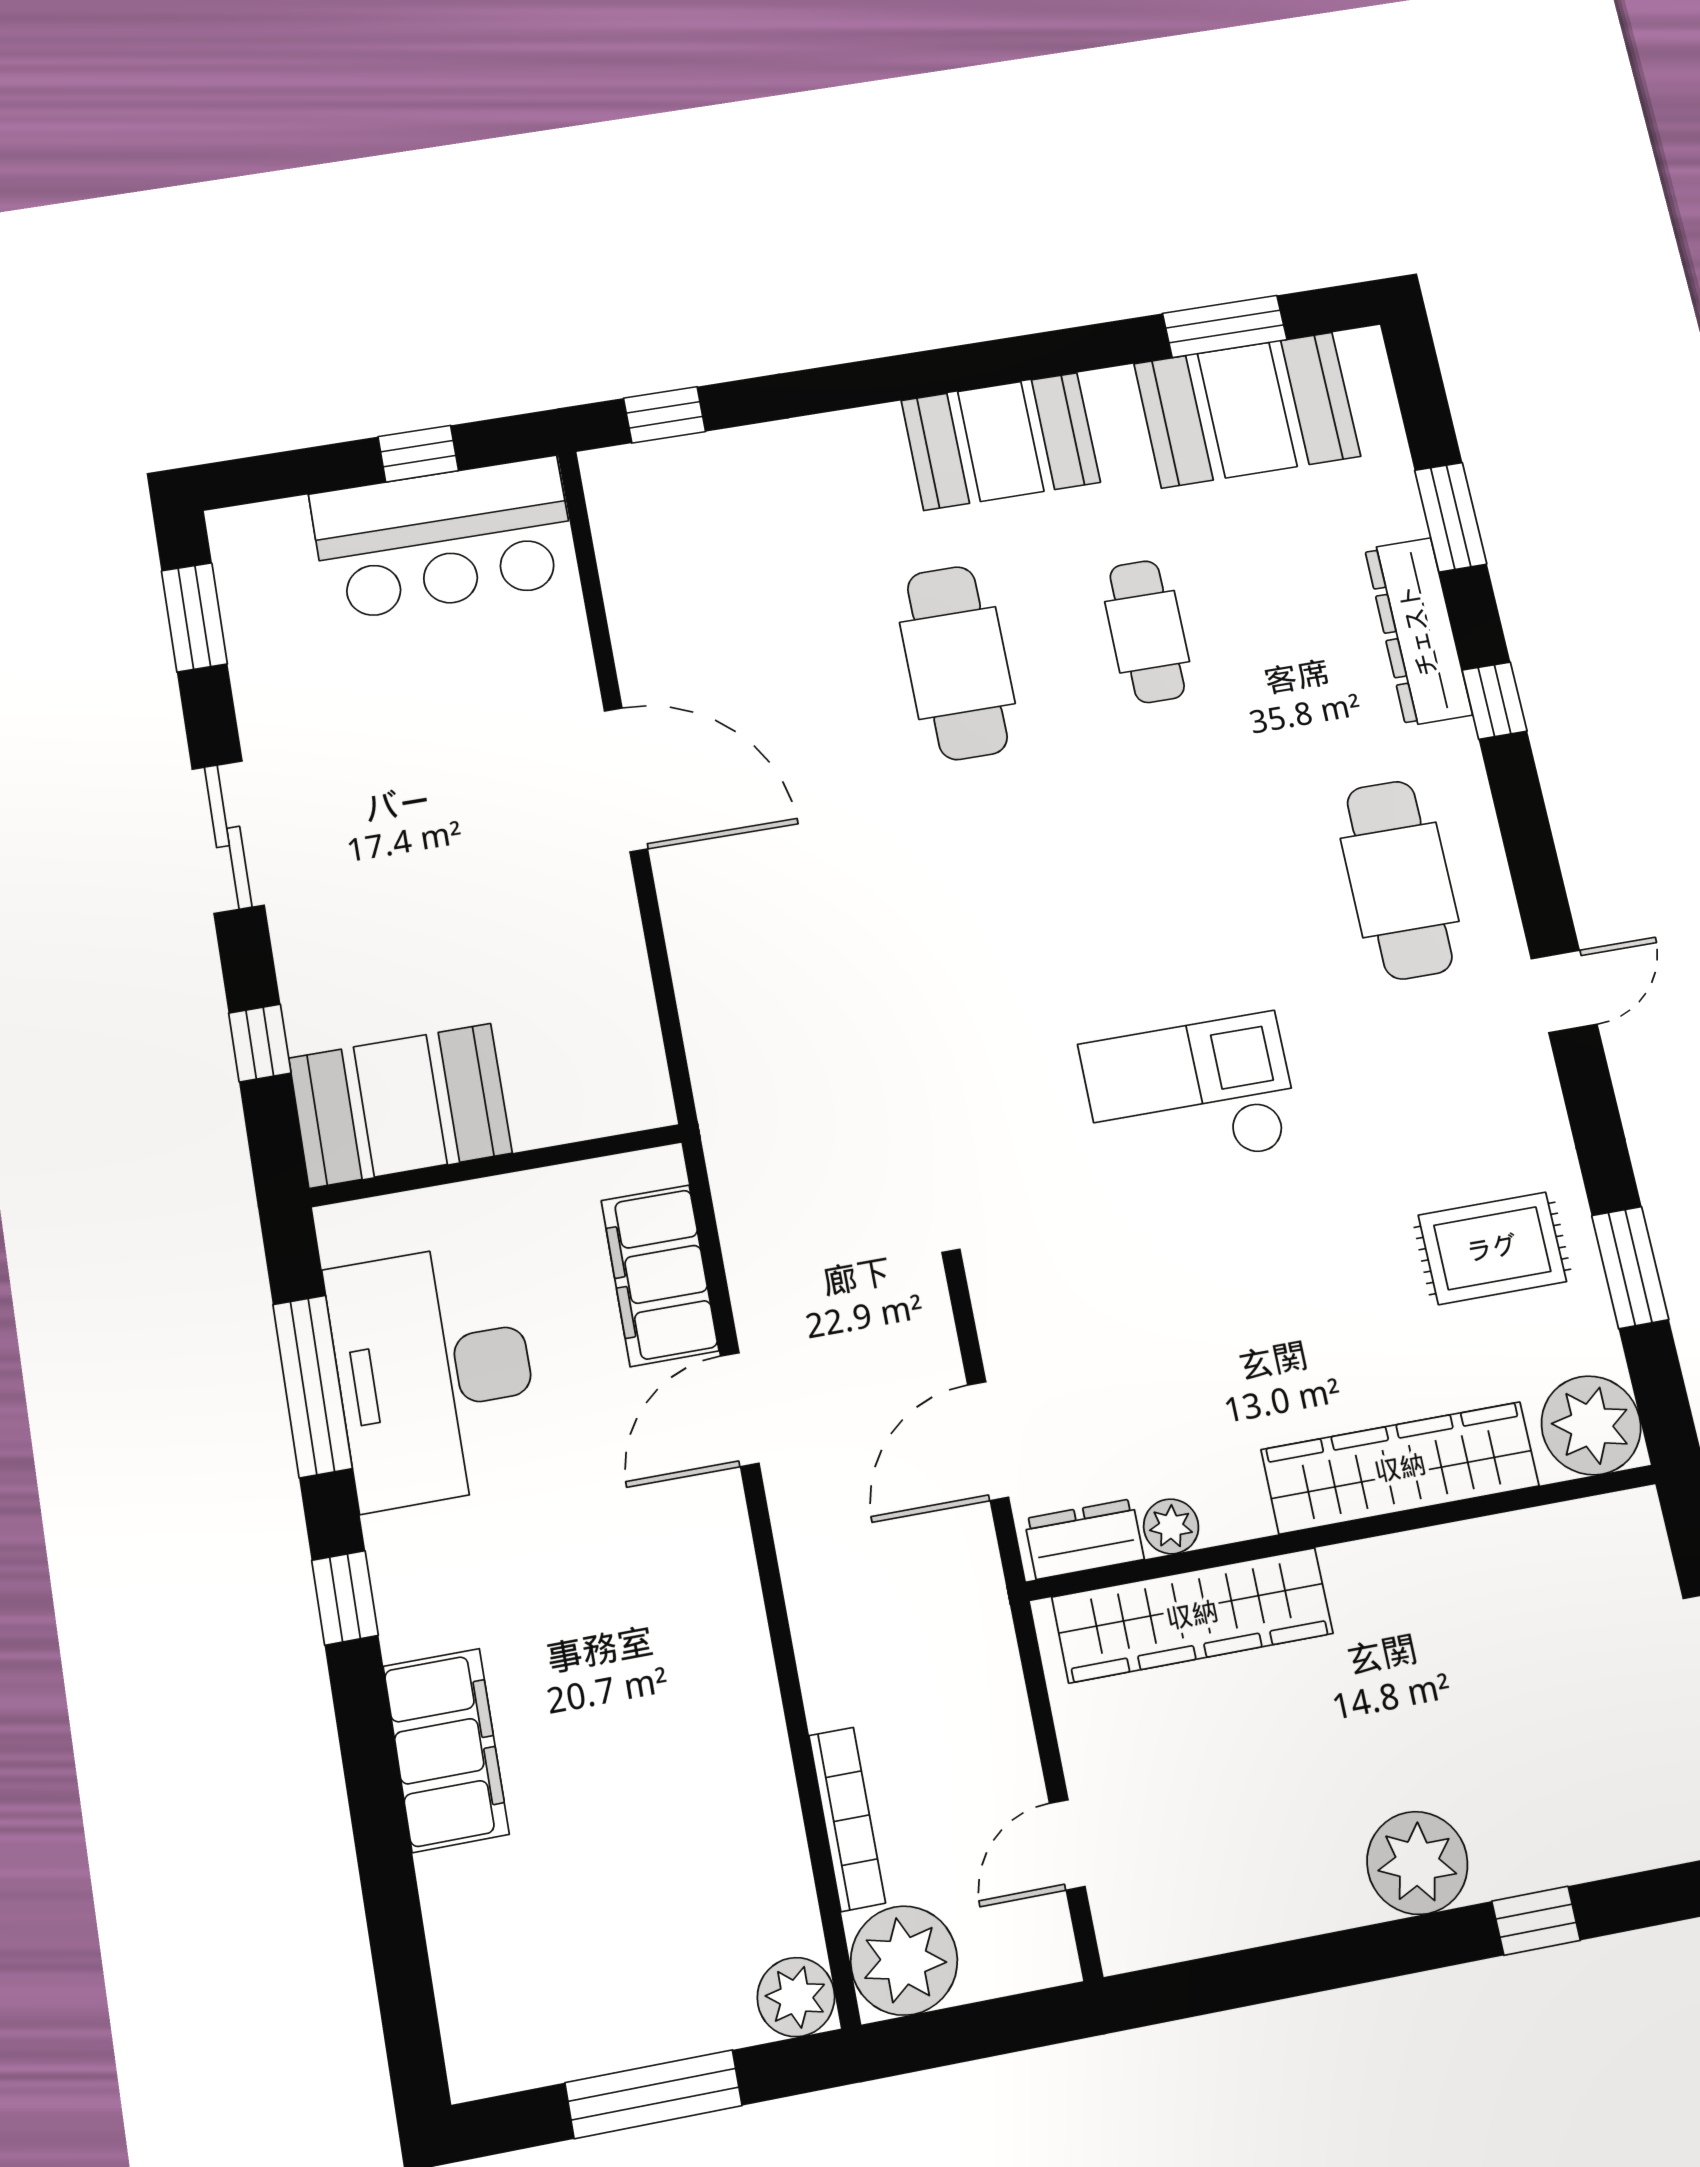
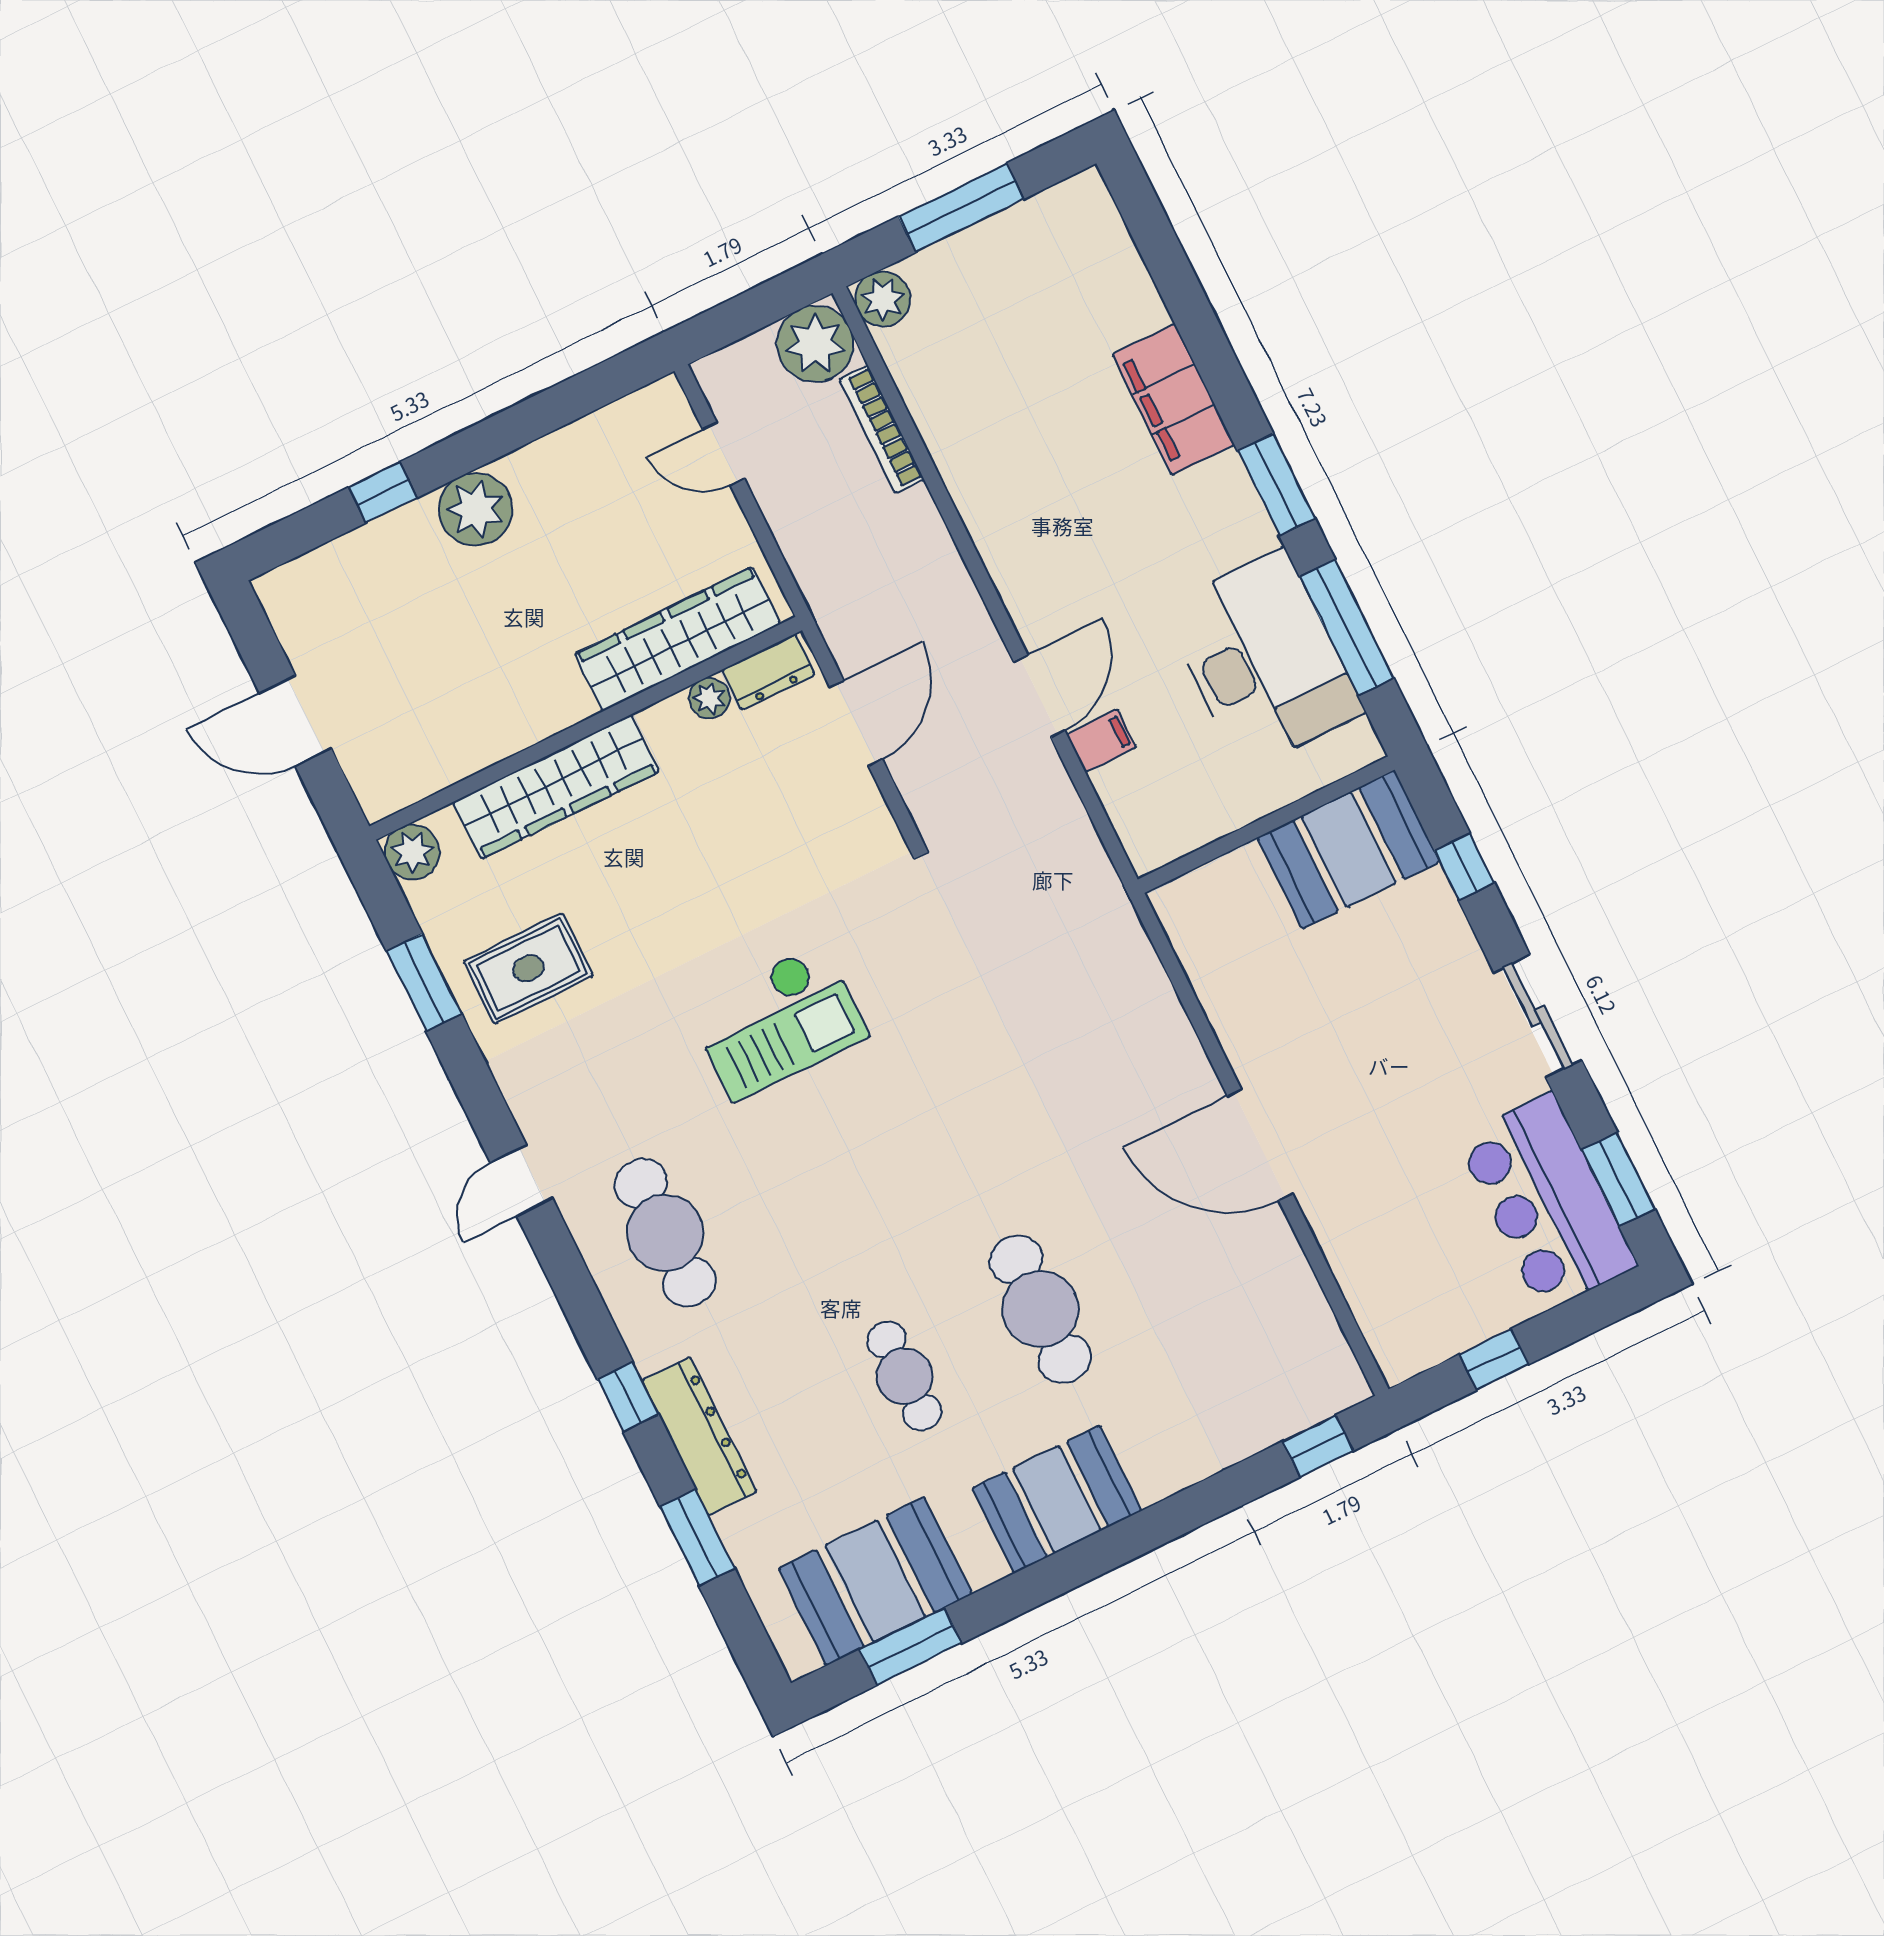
bar counter: (444, 538) -> (1547, 1202), moved, turned -90
filing cabinet: (660, 1275) -> (1101, 741), width x0.33, depth x0.86
plant: (1591, 1425) -> (412, 852), width x0.73, depth x0.73
window: (345, 1598) -> (1276, 485), width x1.50
door: (1067, 1845) -> (724, 454), swing flipped

